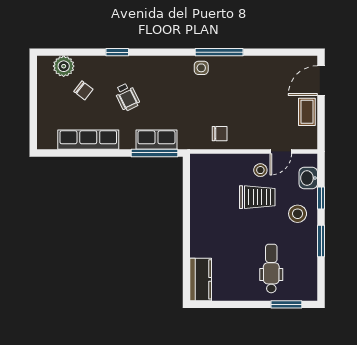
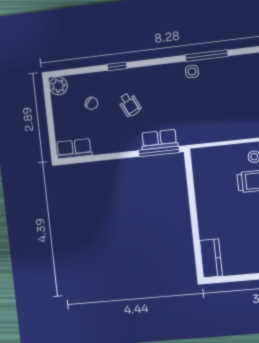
plant: (64, 66) -> (58, 86), moved
chair: (220, 134) -> (214, 128), removed
row of seats: (88, 140) -> (74, 149), moved, width x0.68

